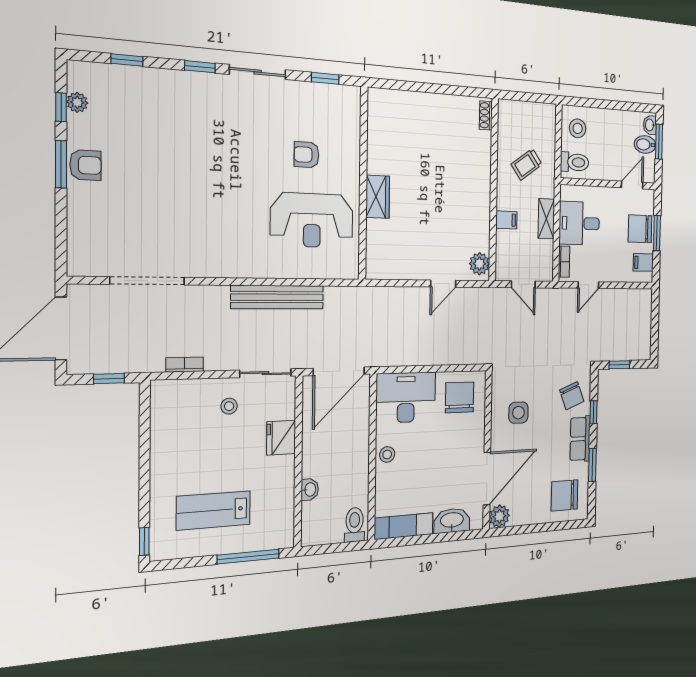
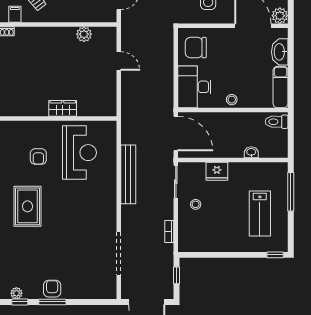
rug: (228, 132) -> (27, 206), added
filing cabinet: (506, 220) -> (15, 14), moved
plant: (479, 264) -> (84, 34), moved

